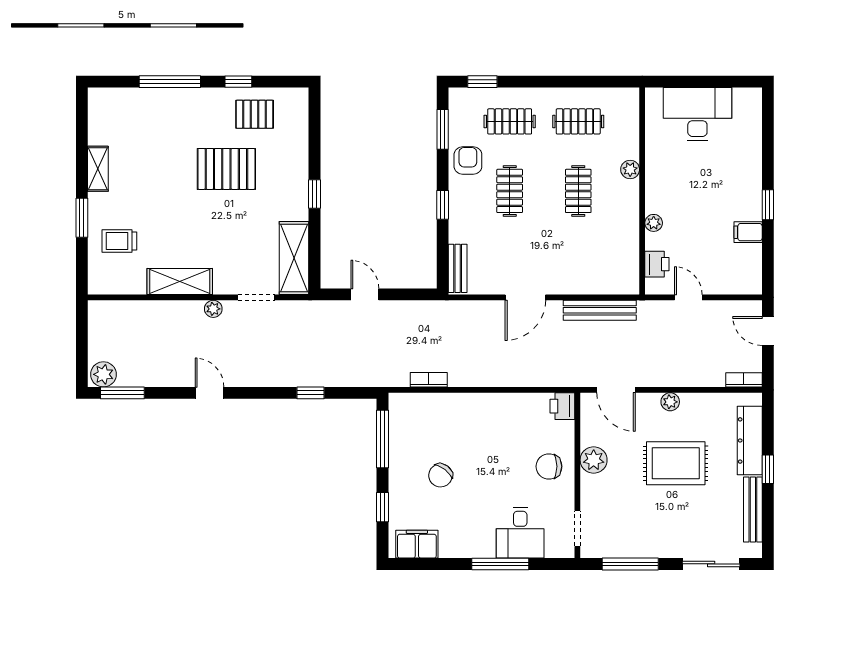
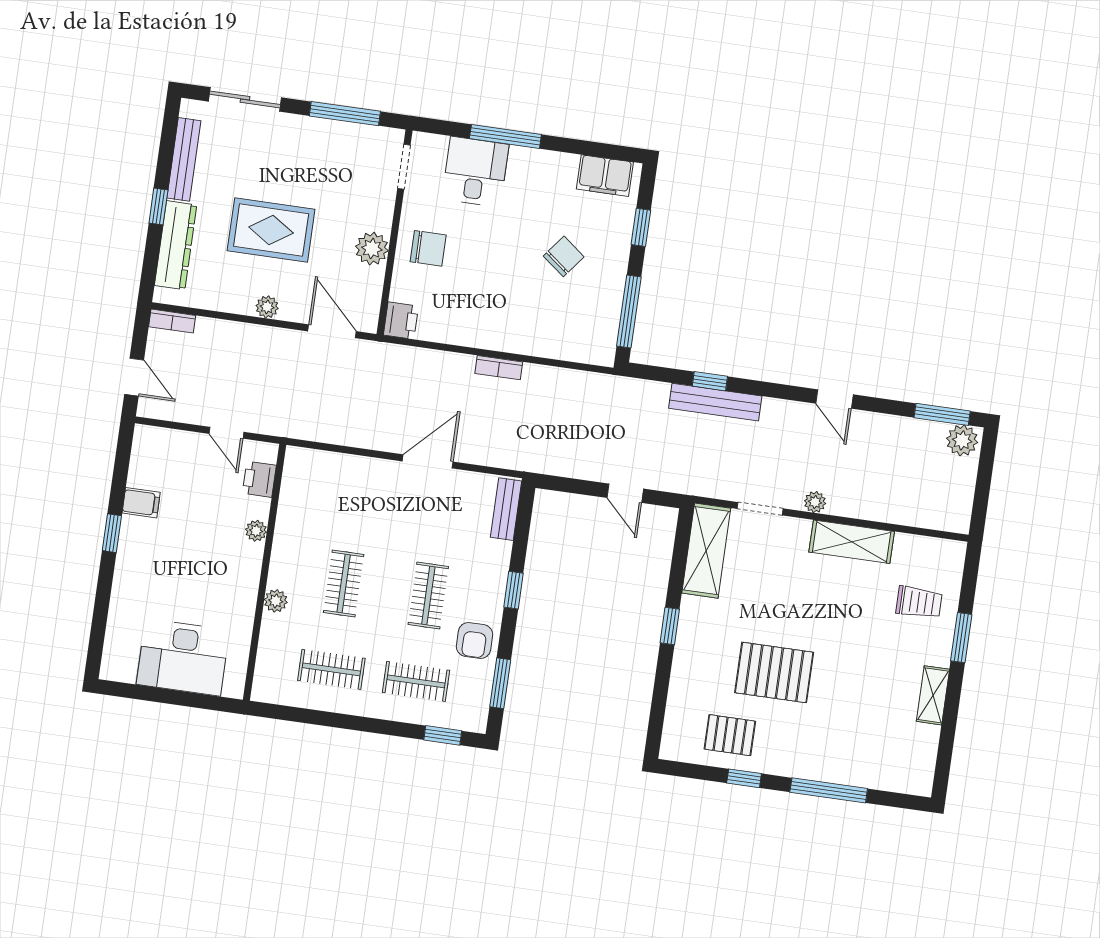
bench: (600, 310) -> (715, 402), moved
bookcase: (429, 380) -> (499, 368), moved

